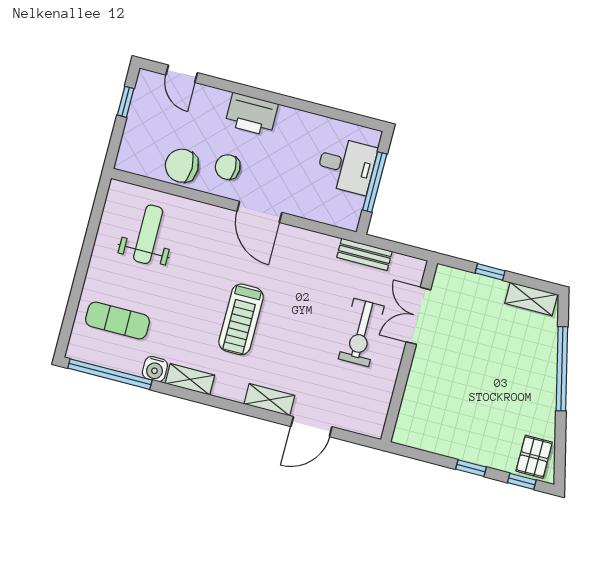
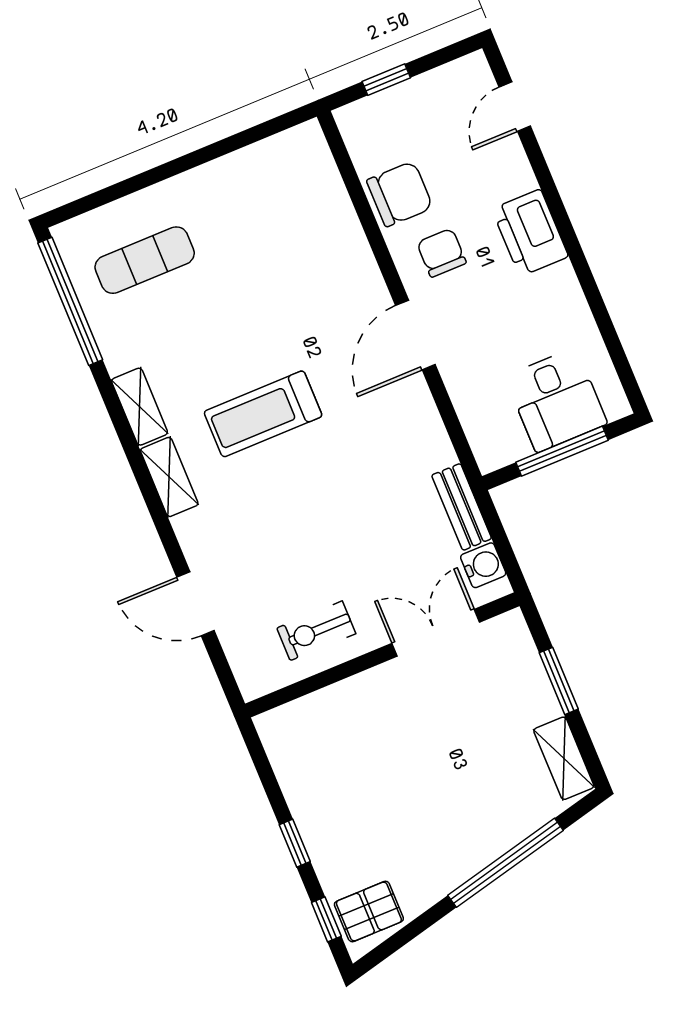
window: (126, 102) -> (386, 80), moved
chair: (182, 166) -> (400, 194), turned 90
weight bench: (148, 234) -> (282, 217), removed
window: (490, 272) -> (559, 681), width x1.50
exercise mat: (118, 321) -> (145, 260), turned 90
exercise bike: (361, 333) -> (316, 631), moved, width x0.73, depth x0.72
water cooler: (155, 369) -> (483, 565), moved, turned 180
shelving: (269, 400) -> (169, 477), moved

